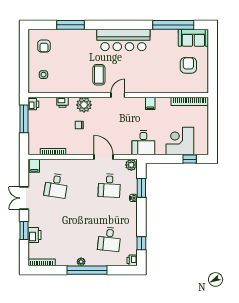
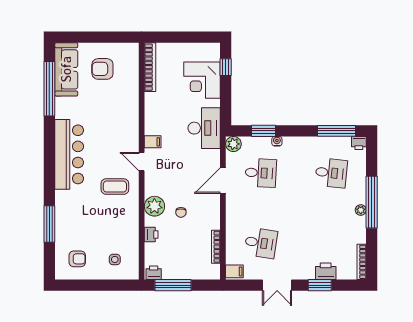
sofa: (193, 38) -> (66, 69), width x1.36
filing cabinet: (150, 103) -> (153, 142), moved
desk: (143, 143) -> (204, 128), width x1.37
window: (141, 243) -> (337, 131), width x2.17

